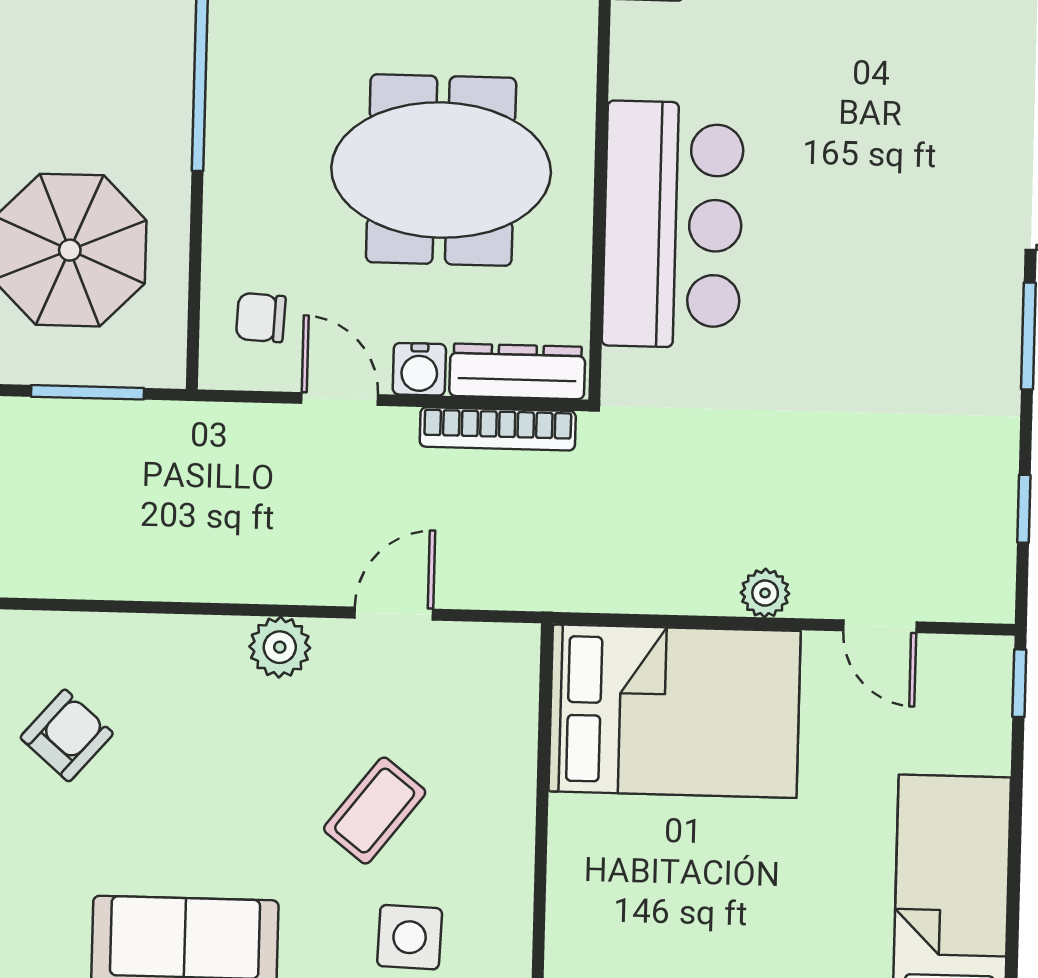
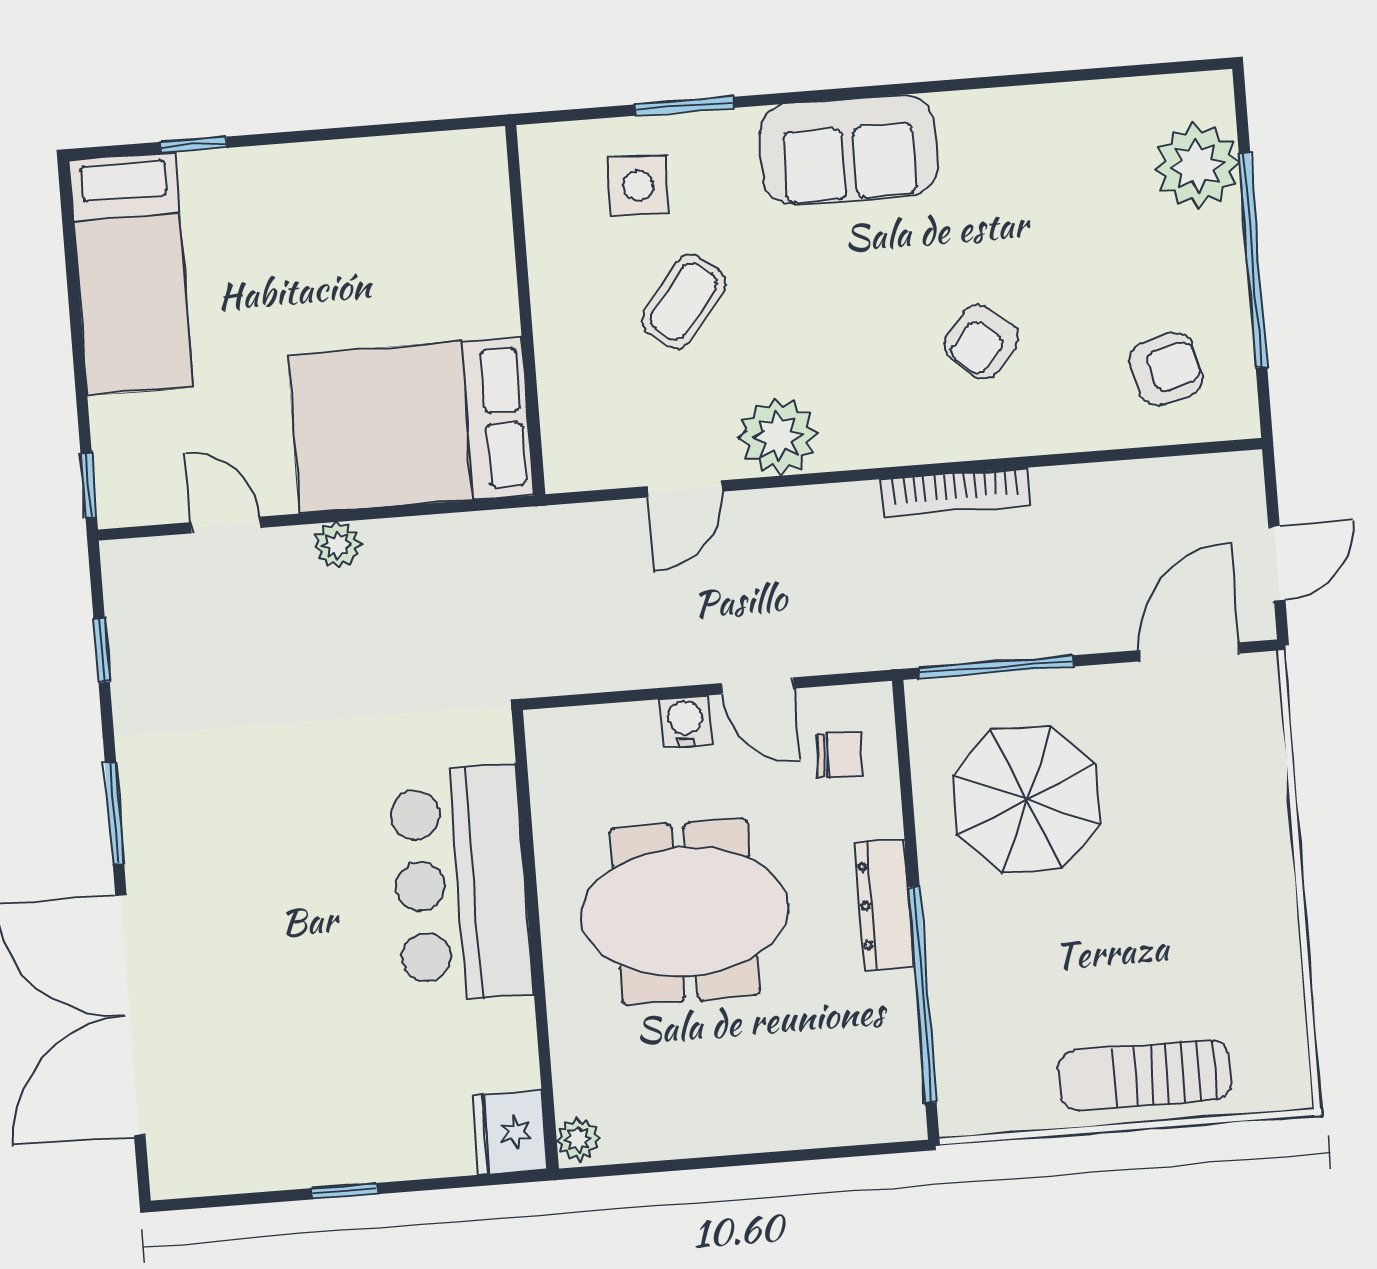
dresser: (517, 371) -> (885, 905), moved, turned 90
window: (88, 392) -> (996, 667), width x1.44
bookcase: (498, 429) -> (956, 492), moved, turned 180
plant: (280, 647) -> (778, 436), width x1.36, depth x1.36

